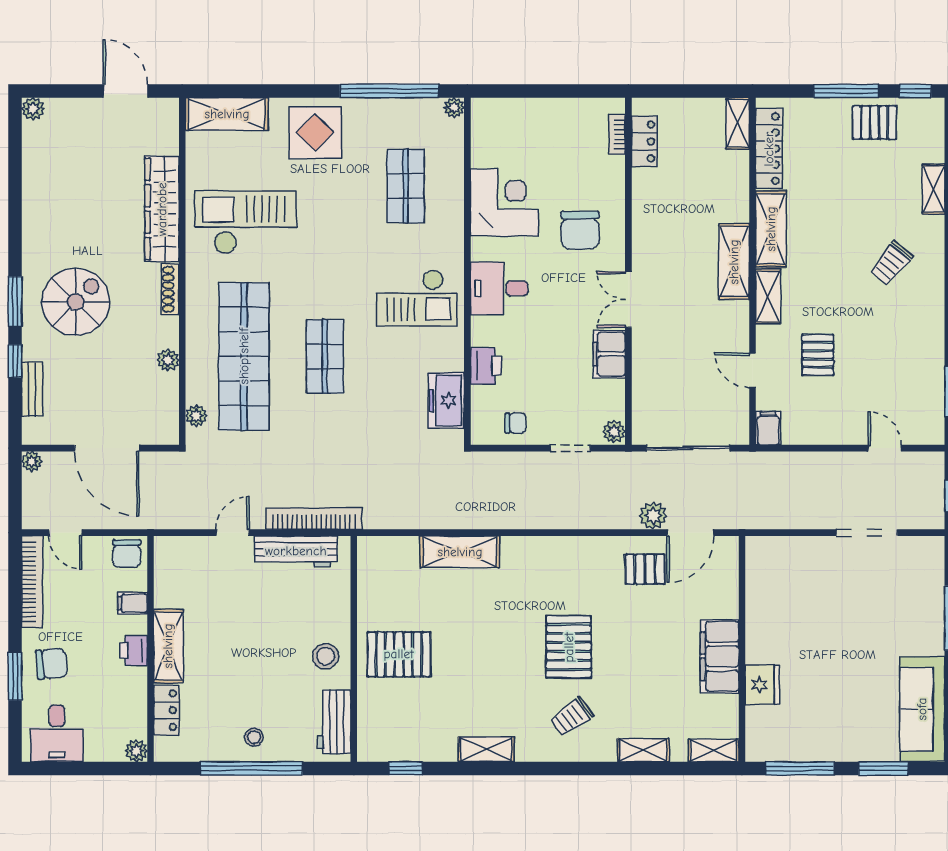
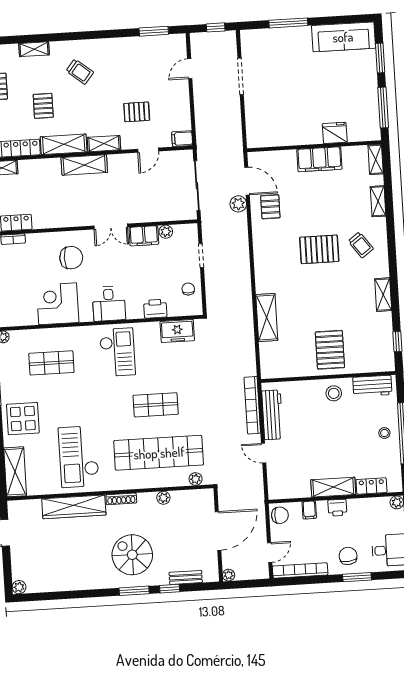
pallet: (837, 199) -> (43, 106), added
plant: (614, 431) -> (166, 232), moved

